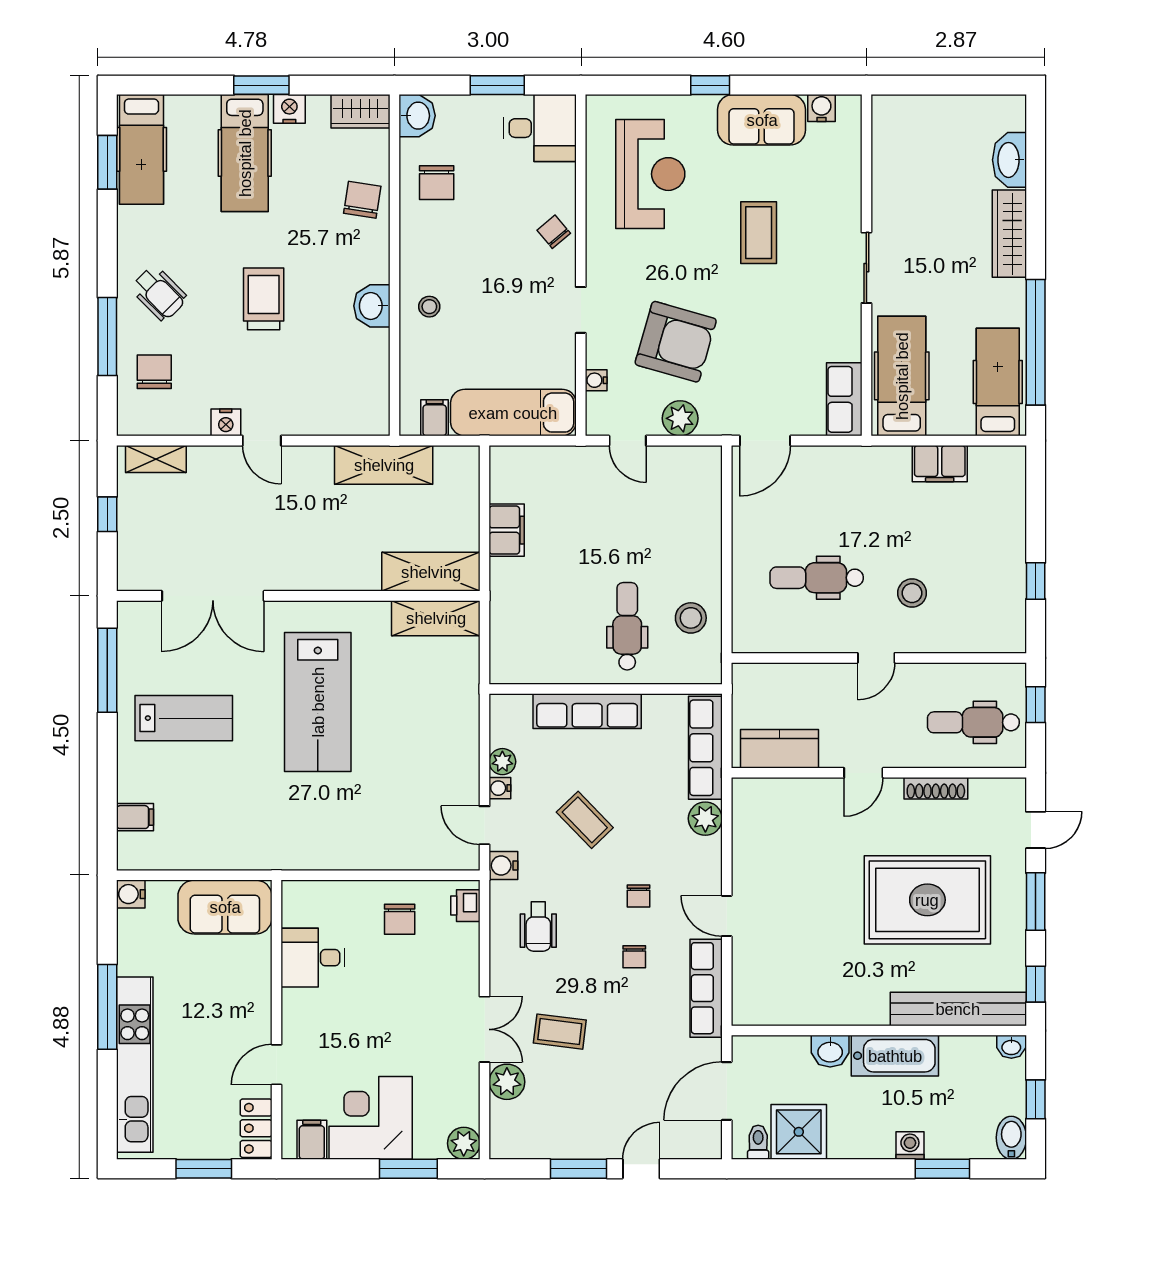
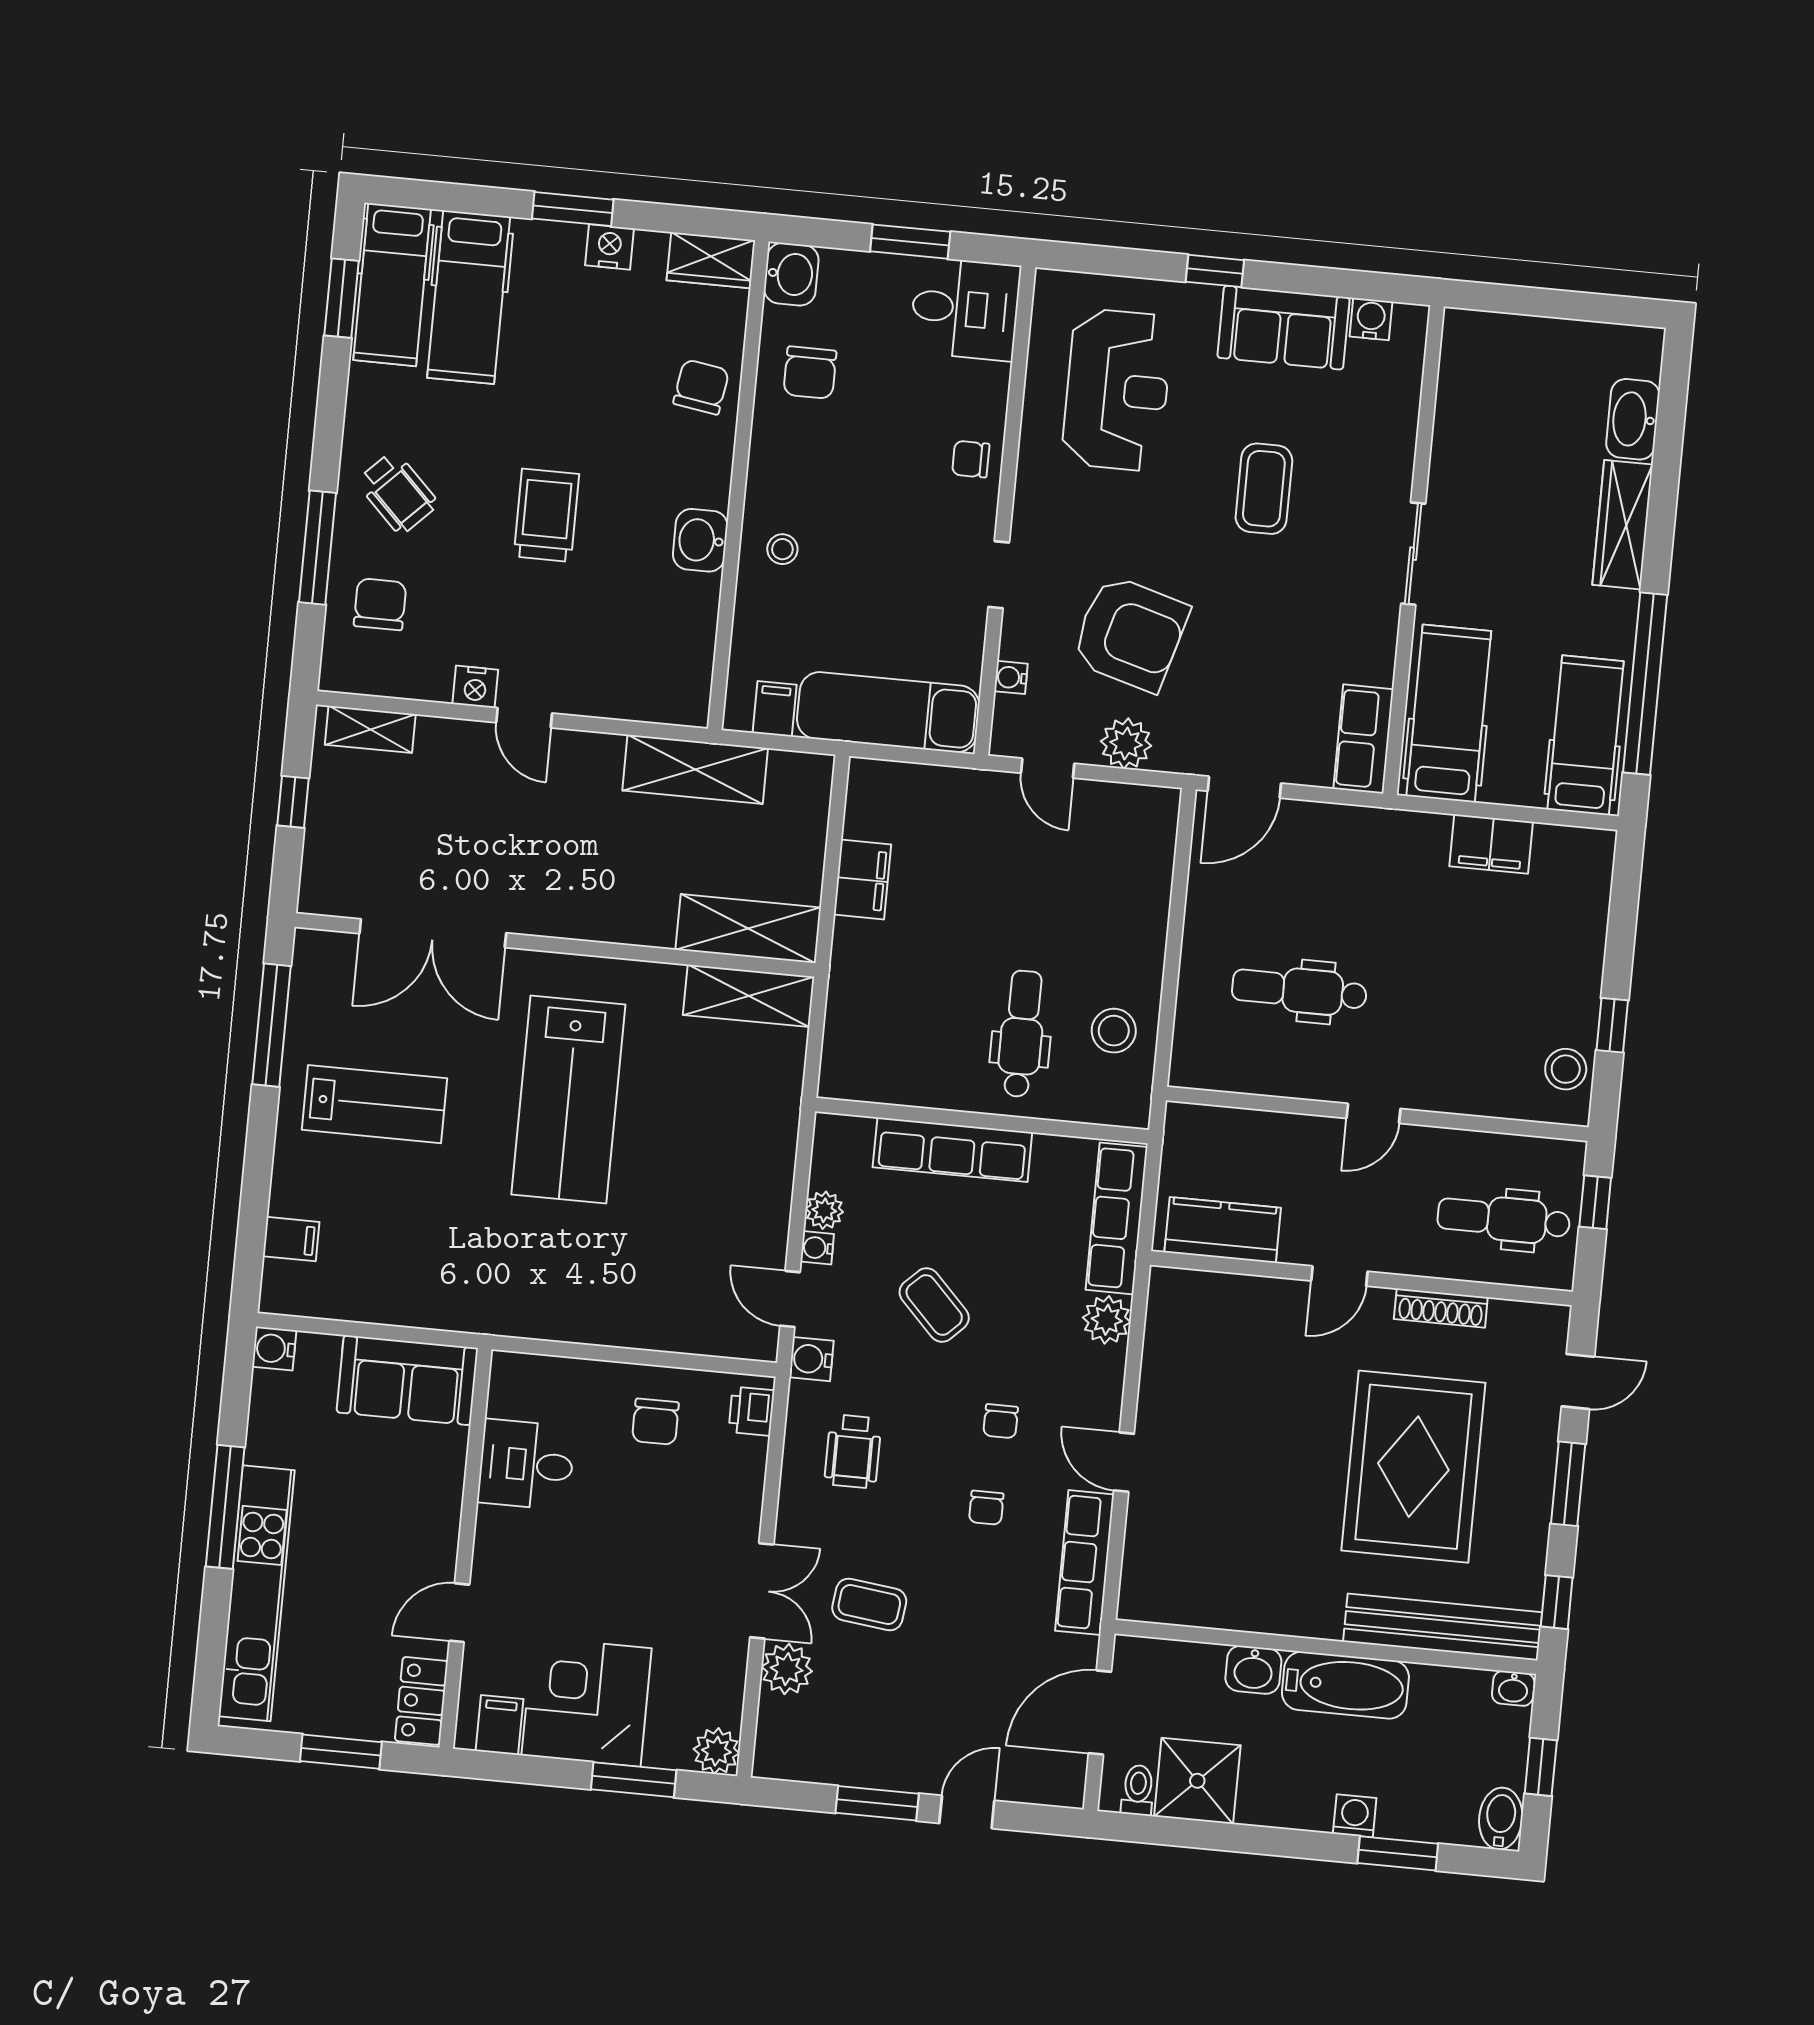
hospital bed: (245, 153) -> (469, 297), moved
chair: (554, 232) -> (971, 459), turned -50
stool: (912, 593) -> (1566, 1069), moved
rug: (927, 900) -> (1413, 1467), turned 90

